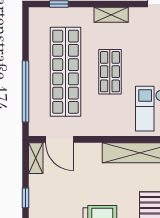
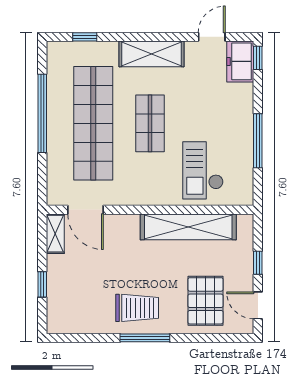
shelving: (111, 15) -> (152, 54), width x1.50, depth x1.33
window: (26, 91) -> (42, 113), moved

